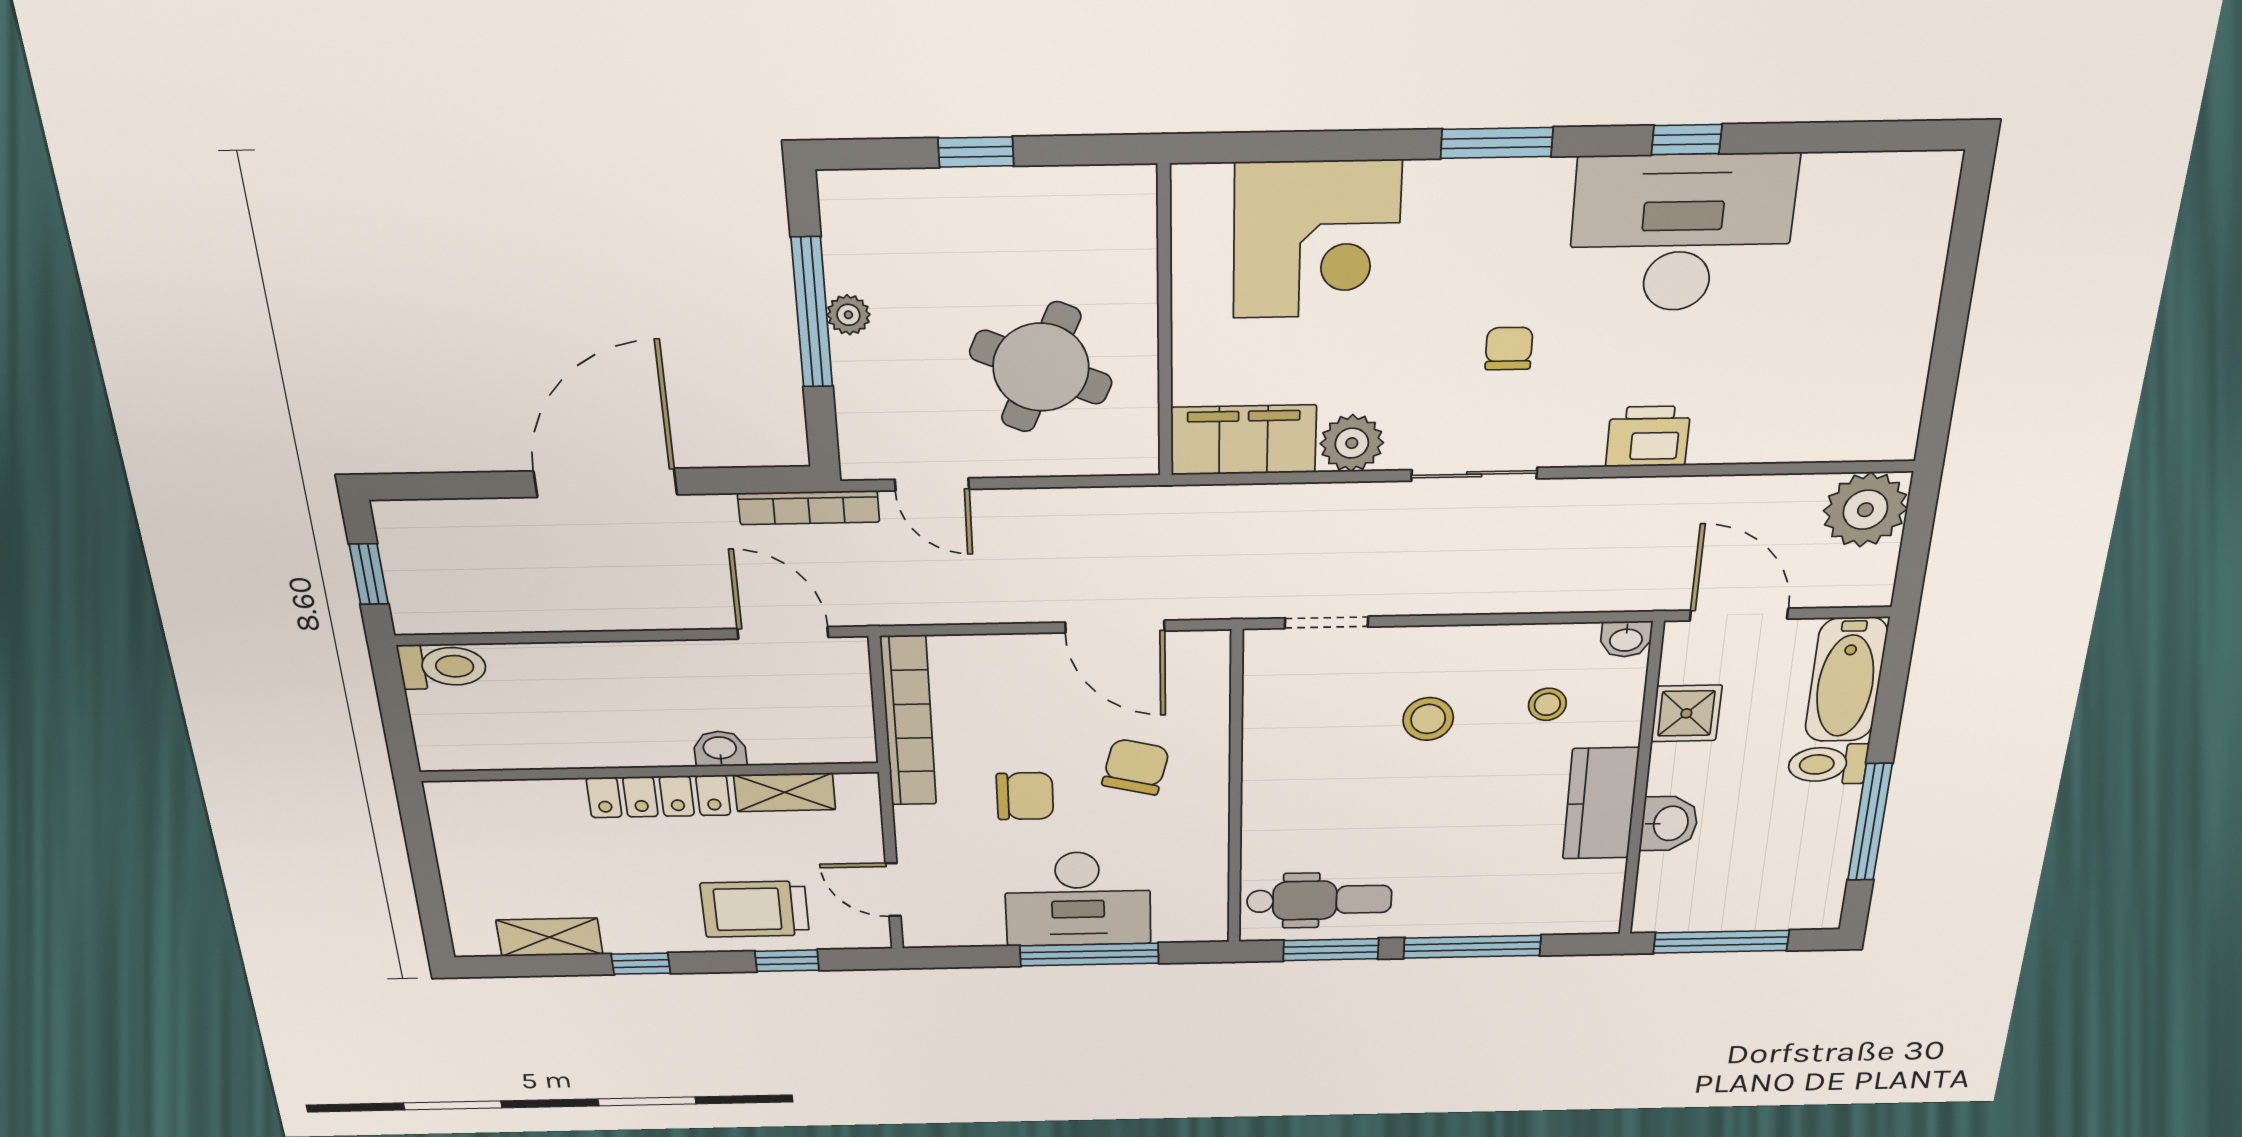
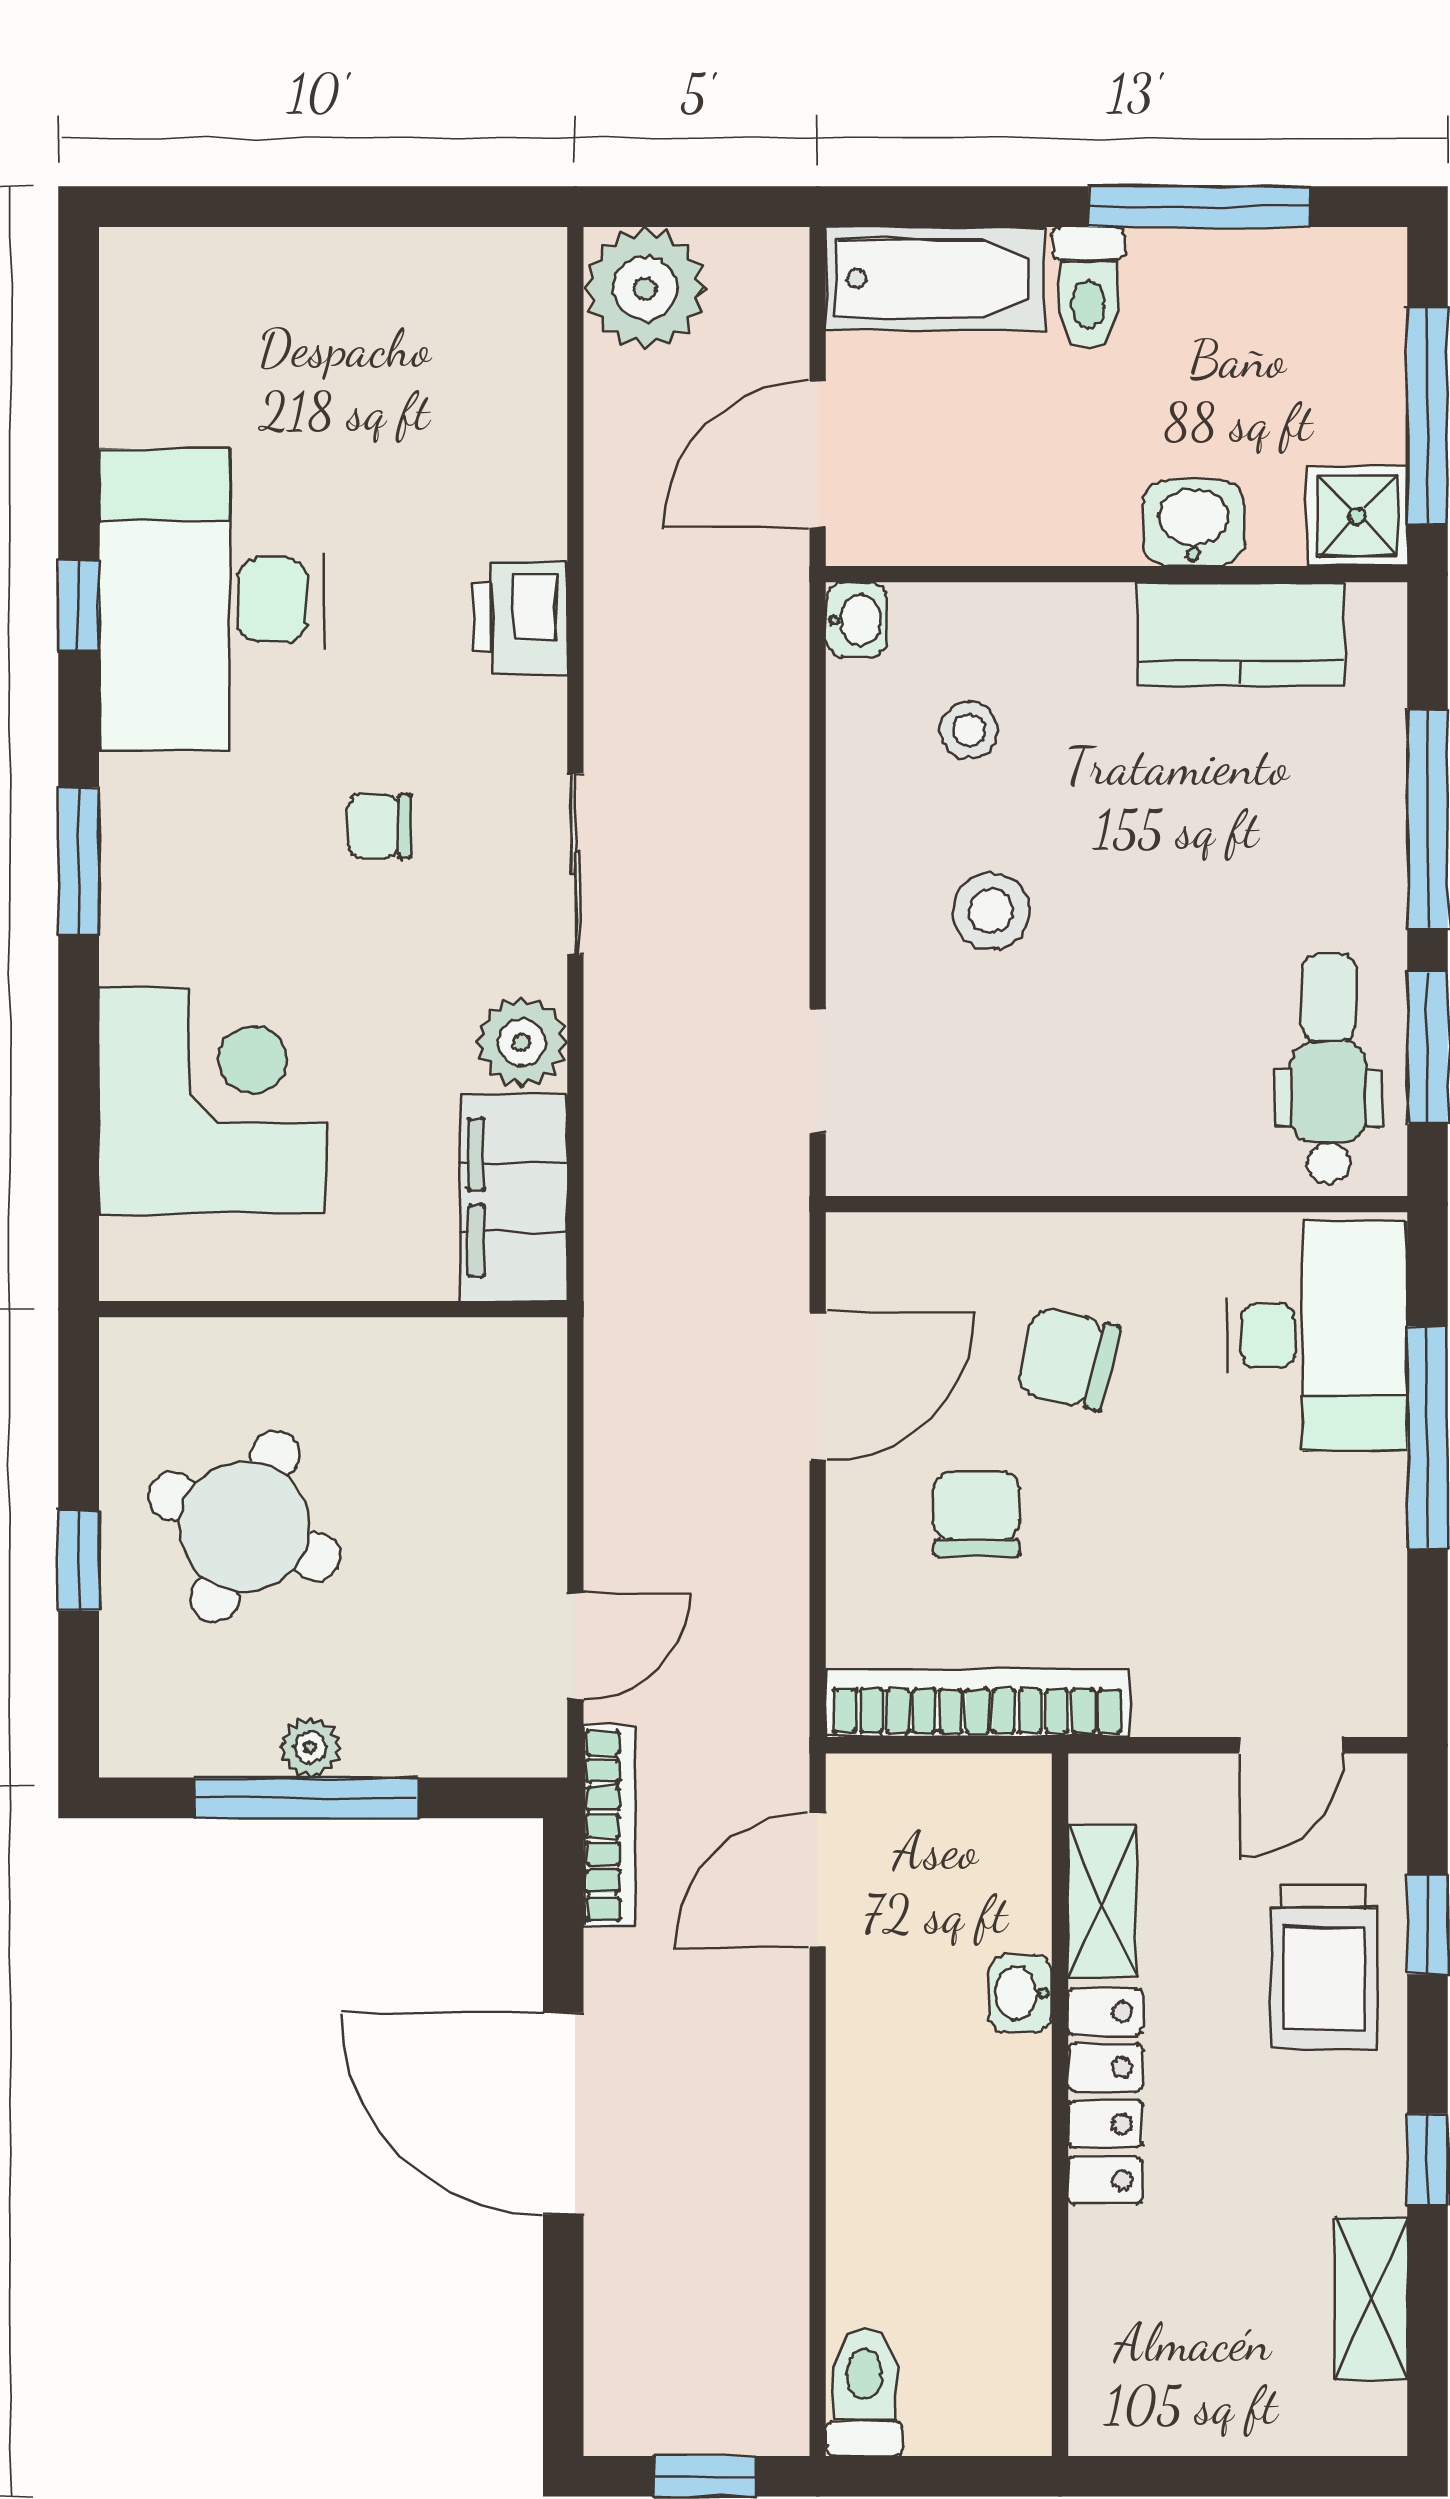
round table: (1041, 367) -> (245, 1526), moved
shower: (1686, 713) -> (1357, 516), moved
chair: (1025, 796) -> (977, 1514), moved
kitchen counter: (1601, 804) -> (1240, 634), moved
desk: (1078, 899) -> (1317, 1335), moved

